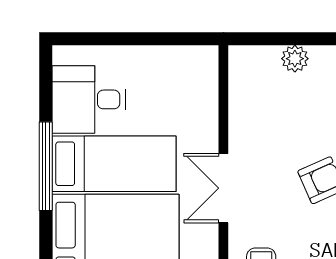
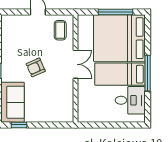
plant: (295, 59) -> (46, 117), removed

